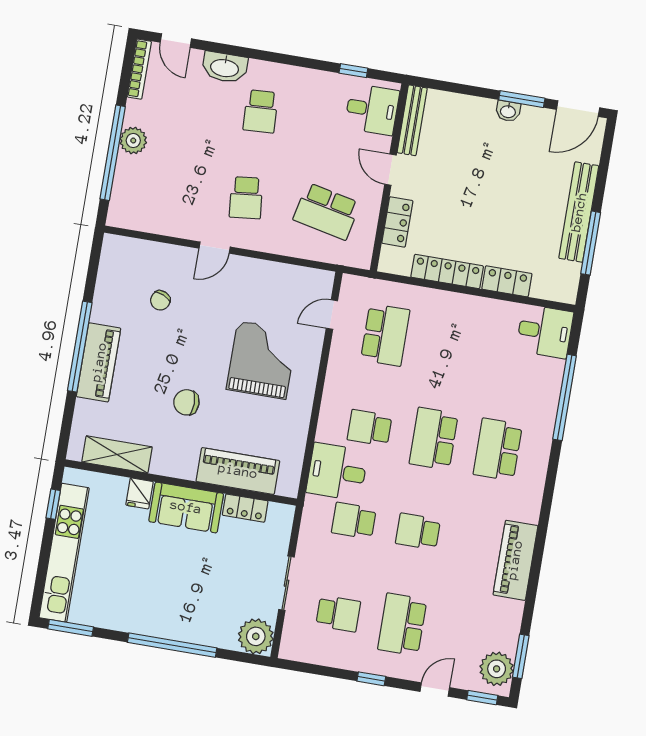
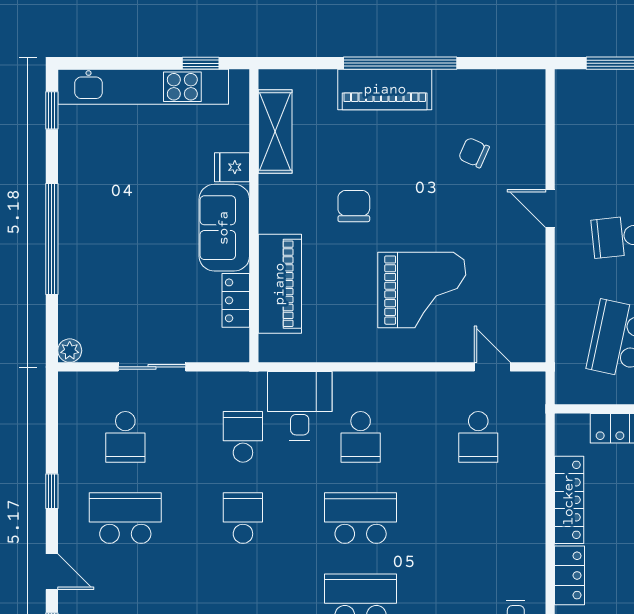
school desk: (385, 335) -> (478, 437), width x0.54
school desk: (370, 428) -> (361, 437), turned 180
window: (71, 628) -> (52, 110), width x0.67
plant: (256, 636) -> (70, 351), width x0.53, depth x0.53

